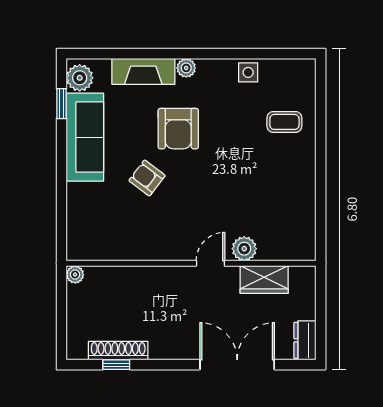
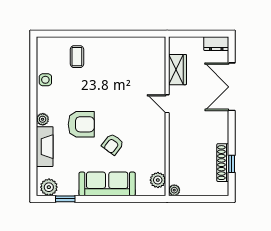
sofa: (85, 137) -> (107, 184), moved
plant: (244, 249) -> (158, 180), moved

